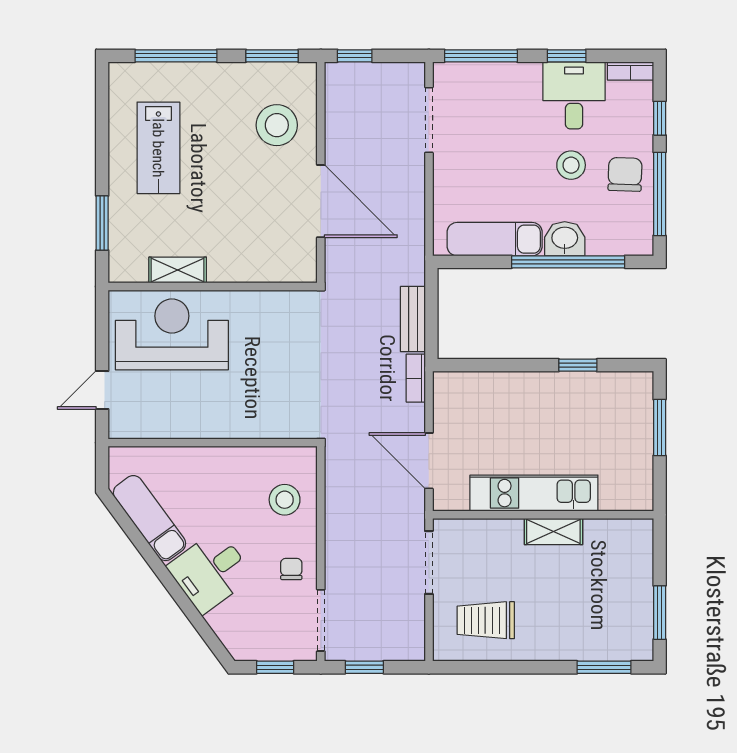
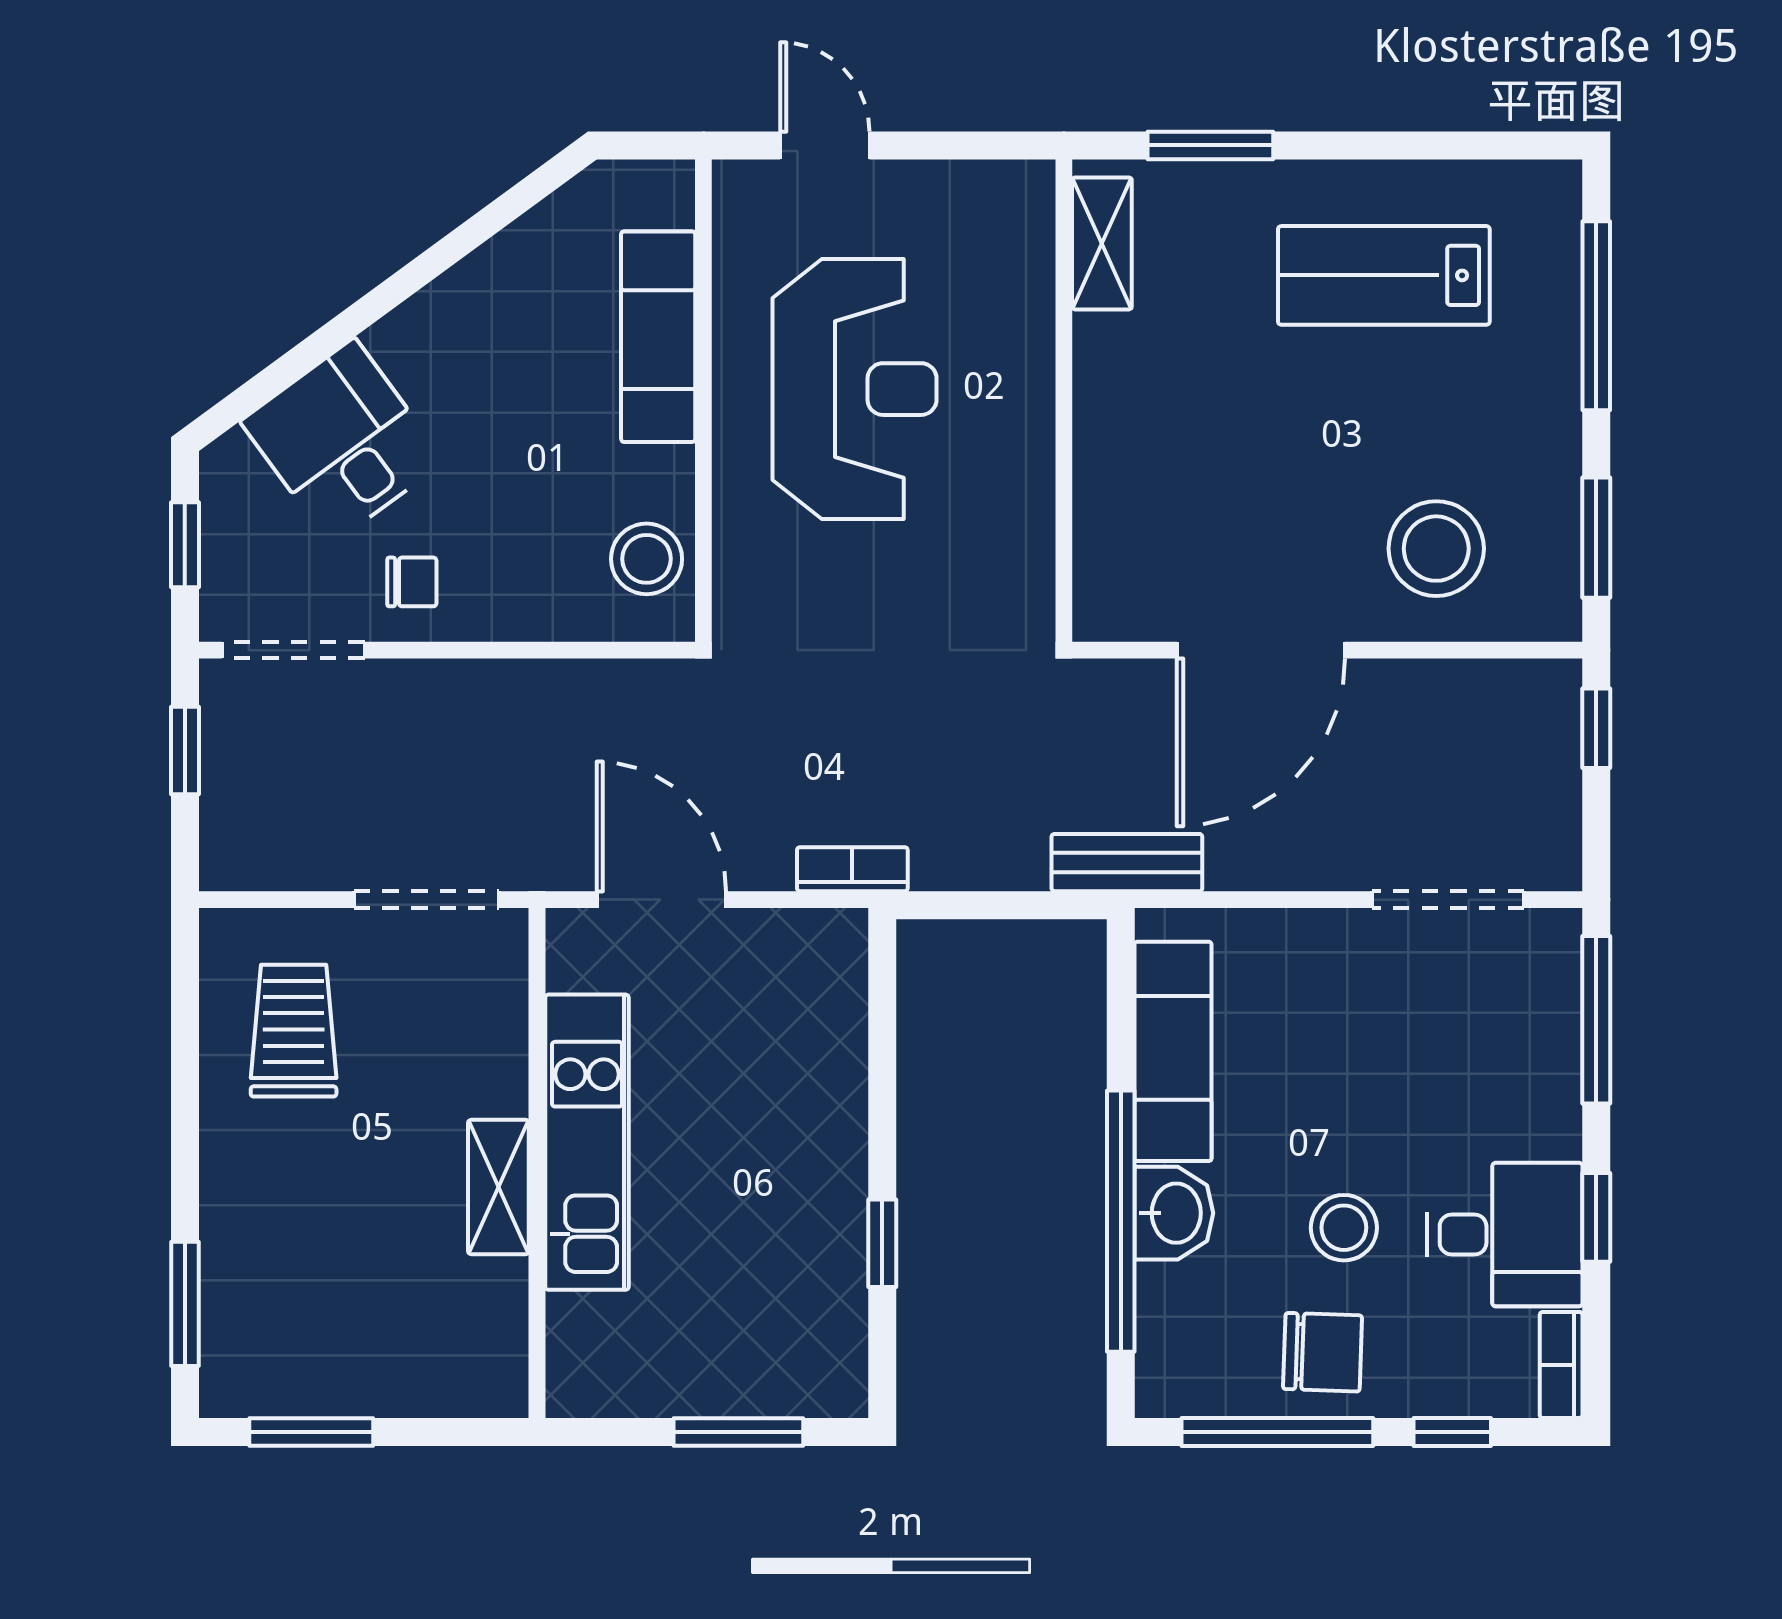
shelving: (178, 270) -> (1102, 243), moved
bench: (413, 319) -> (1127, 863), moved
reception desk: (172, 334) -> (855, 389), moved
door: (429, 461) -> (661, 900), hinge flipped
stool: (285, 500) -> (647, 559), moved
exam couch: (149, 518) -> (658, 337), moved, turned 126
desk: (210, 572) -> (343, 441), moved

